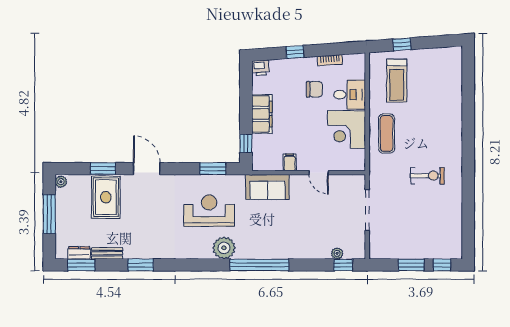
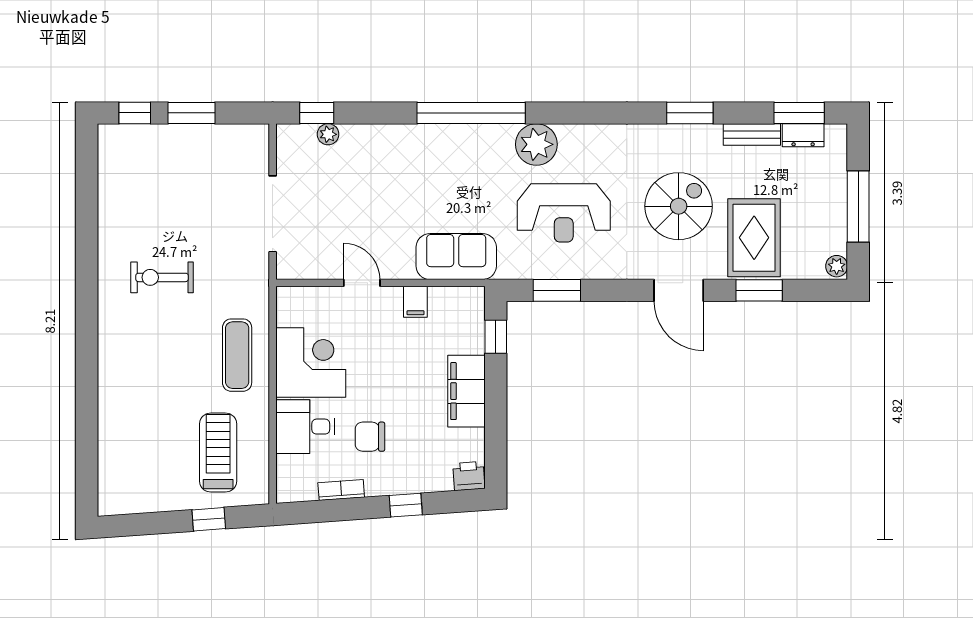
spiral stairs: (147, 214) -> (679, 206), added

